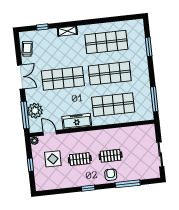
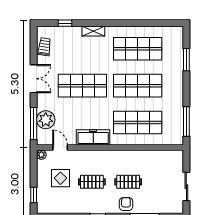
window: (30, 165) -> (34, 195), moved

